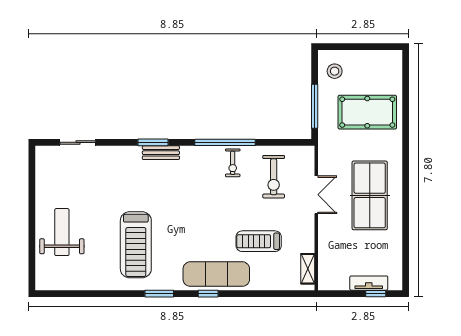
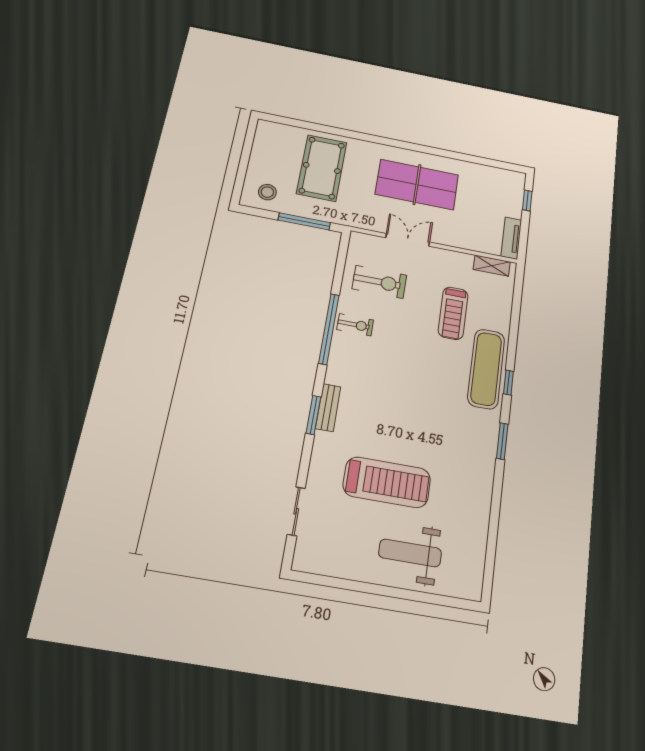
treadmill: (136, 245) -> (387, 482), moved
tv unit: (369, 283) -> (511, 238), moved

